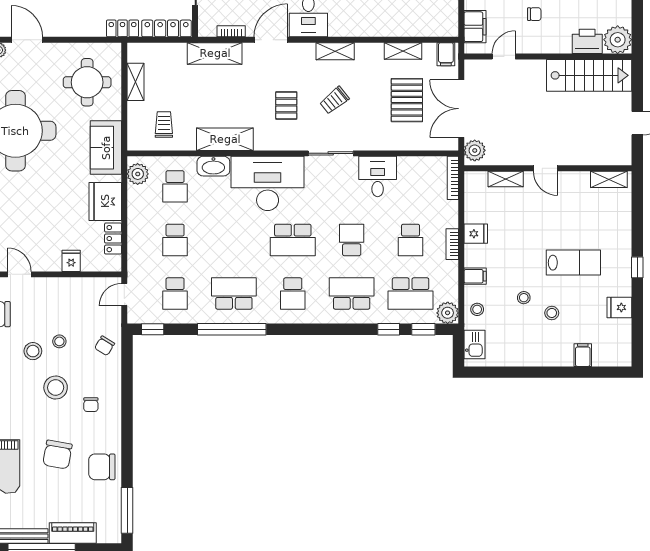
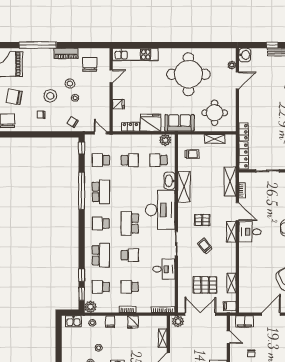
shelving: (335, 51) -> (231, 232), moved
school desk: (175, 240) -> (130, 160), turned 180
school desk: (411, 293) -> (101, 287), width x0.54

